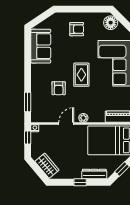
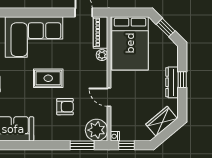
plant: (40, 113) -> (97, 130), added
plant: (83, 118) -> (102, 55), moved
dresser: (94, 174) -> (172, 82), moved

